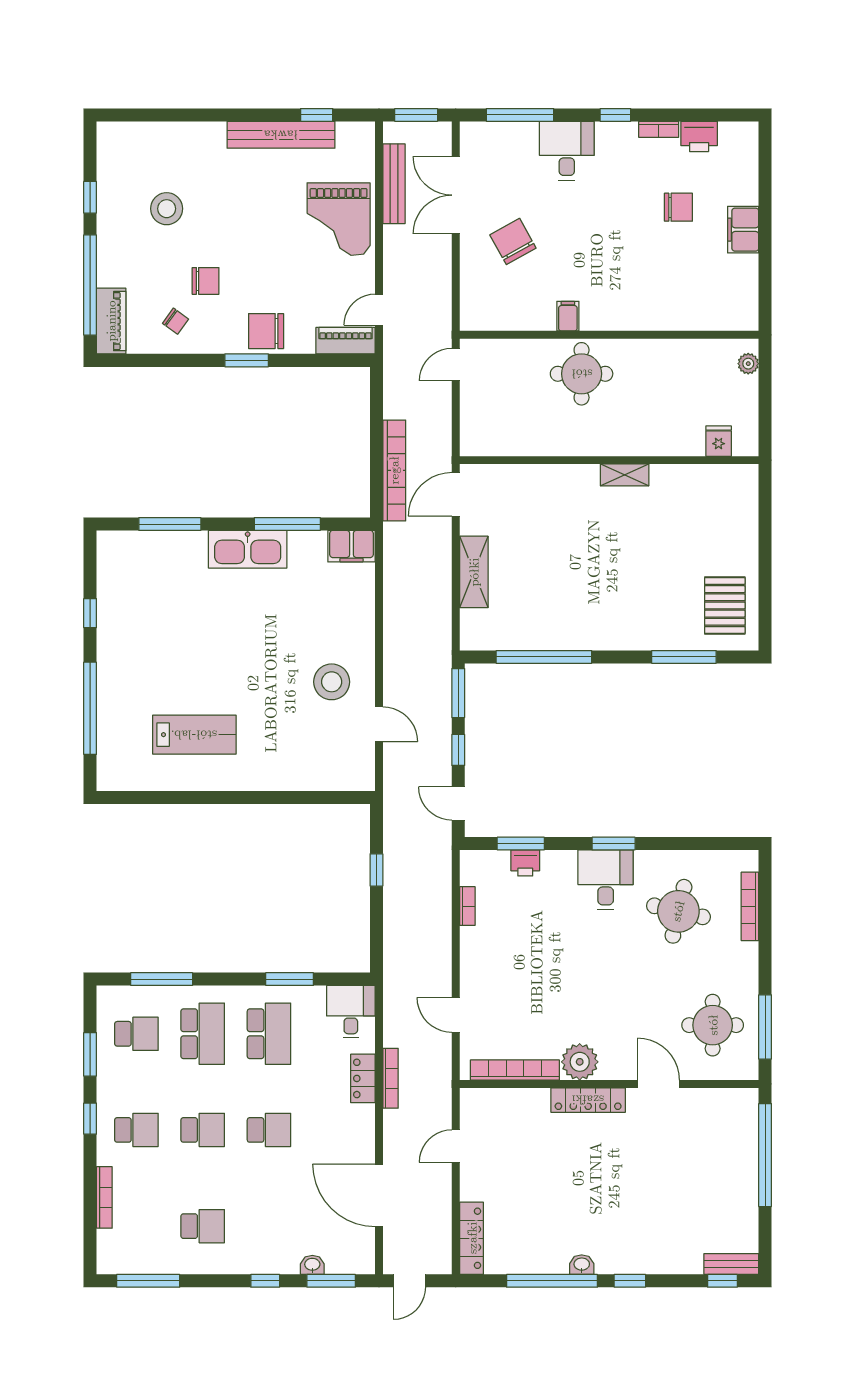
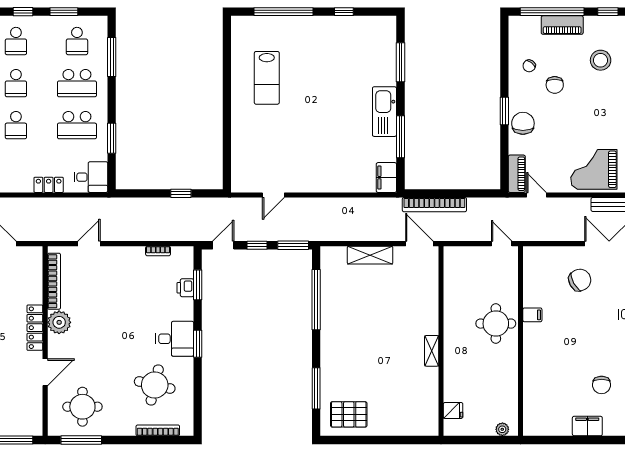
piano: (111, 321) -> (562, 25), moved
stool: (332, 682) -> (300, 165), removed
bookcase: (391, 1078) -> (49, 202), removed

